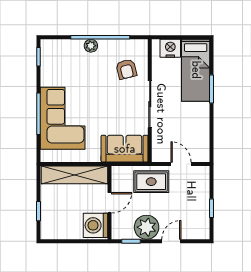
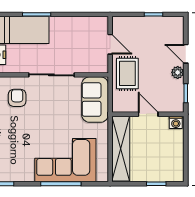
armchair: (126, 69) -> (17, 98), turned -76
door: (181, 164) -> (110, 44), swing flipped
washing machine: (96, 225) -> (176, 122), width x0.53, depth x0.53
plant: (147, 227) -> (178, 72), width x0.53, depth x0.53

